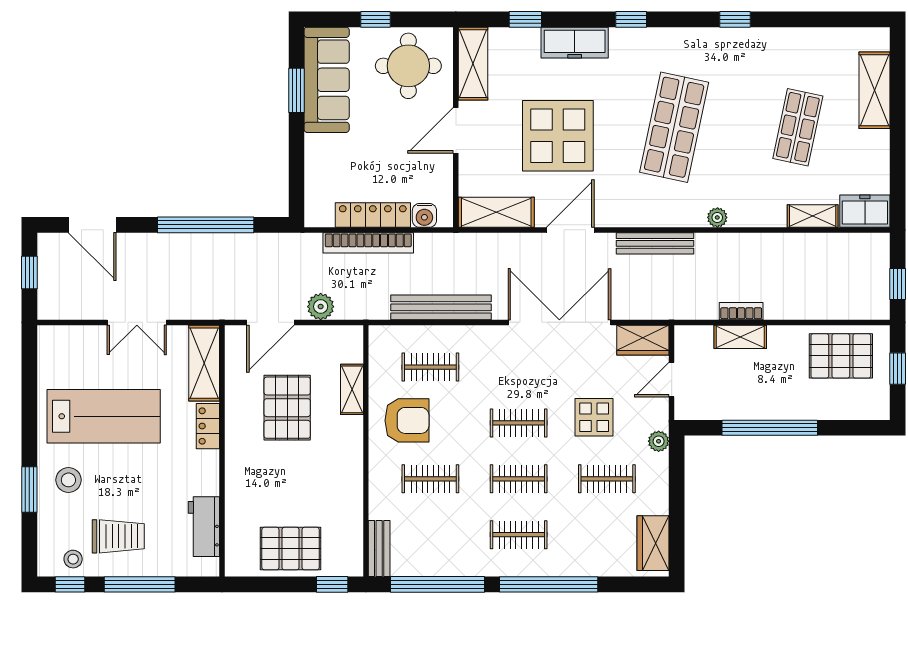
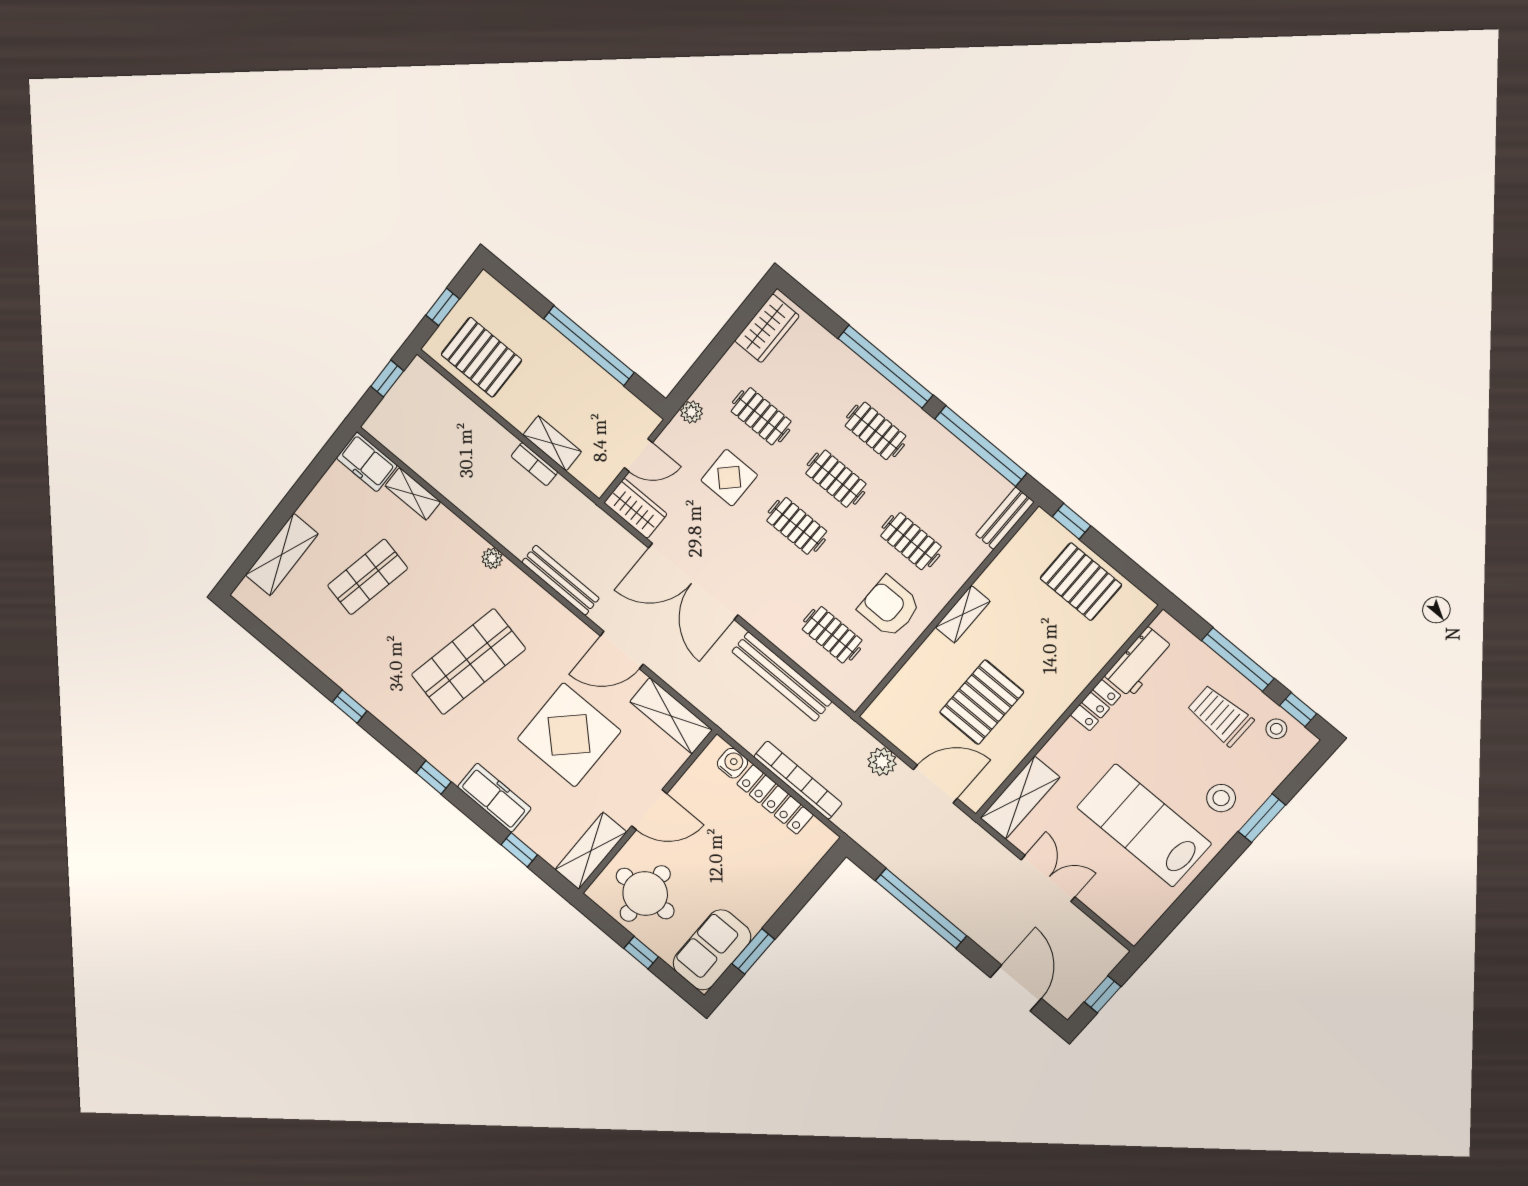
sofa: (327, 80) -> (712, 950), width x0.73
shelving: (352, 389) -> (963, 614), moved
locker: (208, 426) -> (1096, 705), moved

